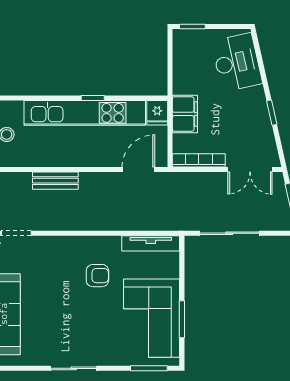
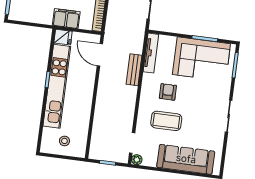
bench: (55, 181) -> (134, 70), moved
coffee table: (55, 279) -> (166, 121), added

